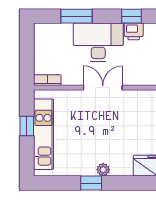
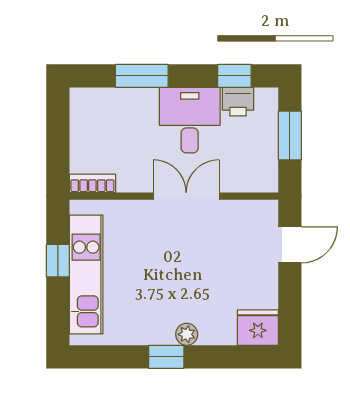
desk: (98, 42) -> (190, 120), width x0.73

